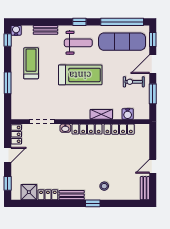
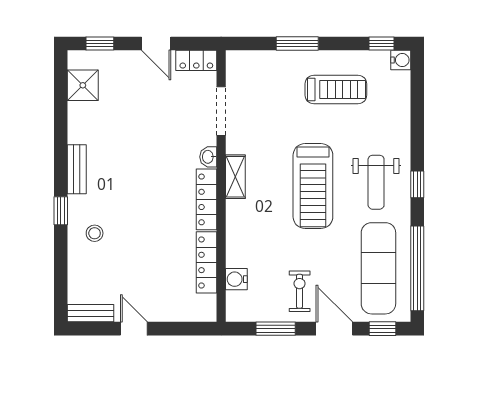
bench: (45, 30) -> (401, 118), removed
shelving: (101, 114) -> (235, 177), moved
locker: (48, 195) -> (78, 123), removed

